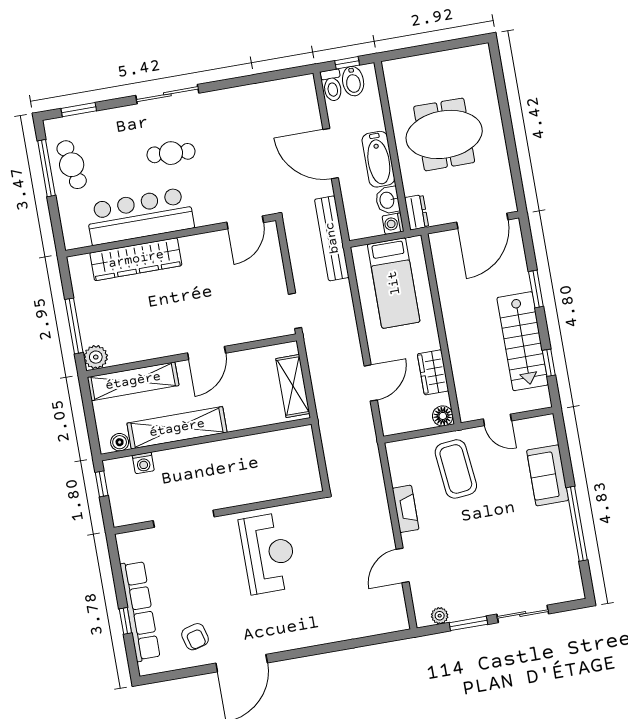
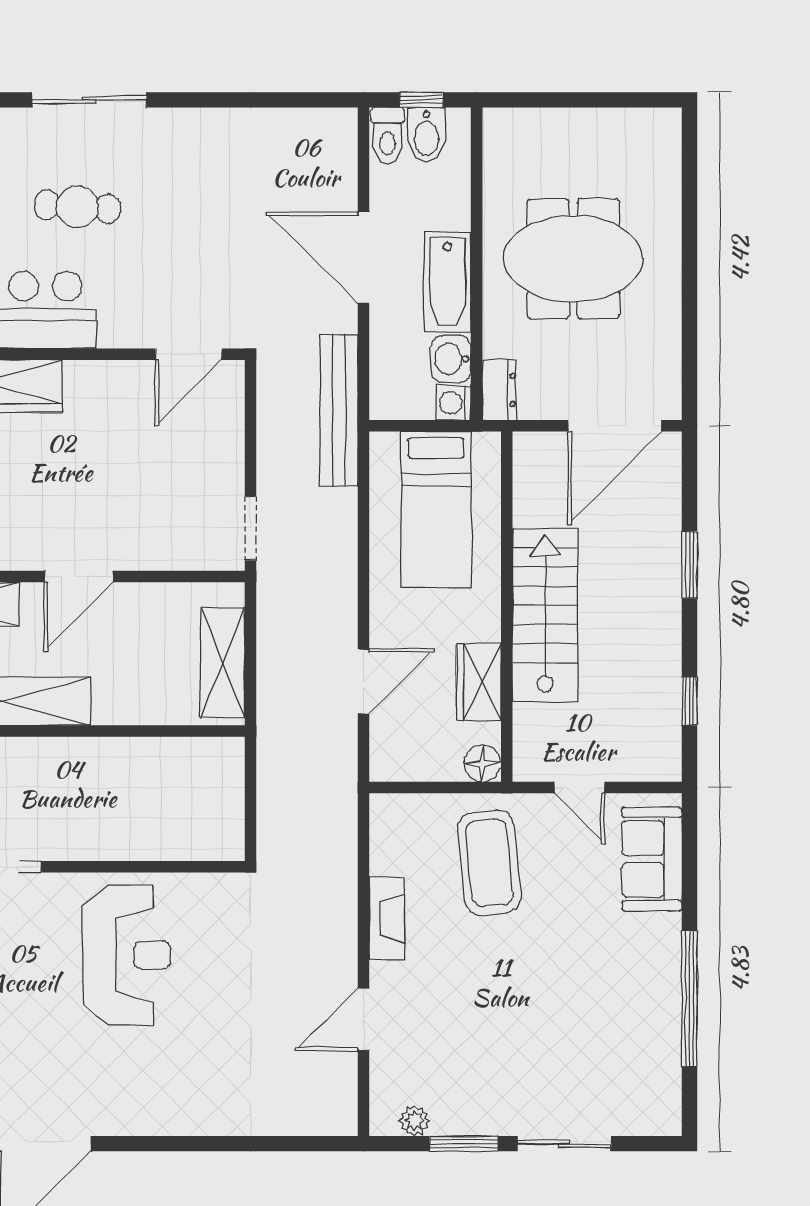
stairs: (523, 341) -> (545, 615), moved, turned 180
sofa: (548, 475) -> (652, 859), moved

